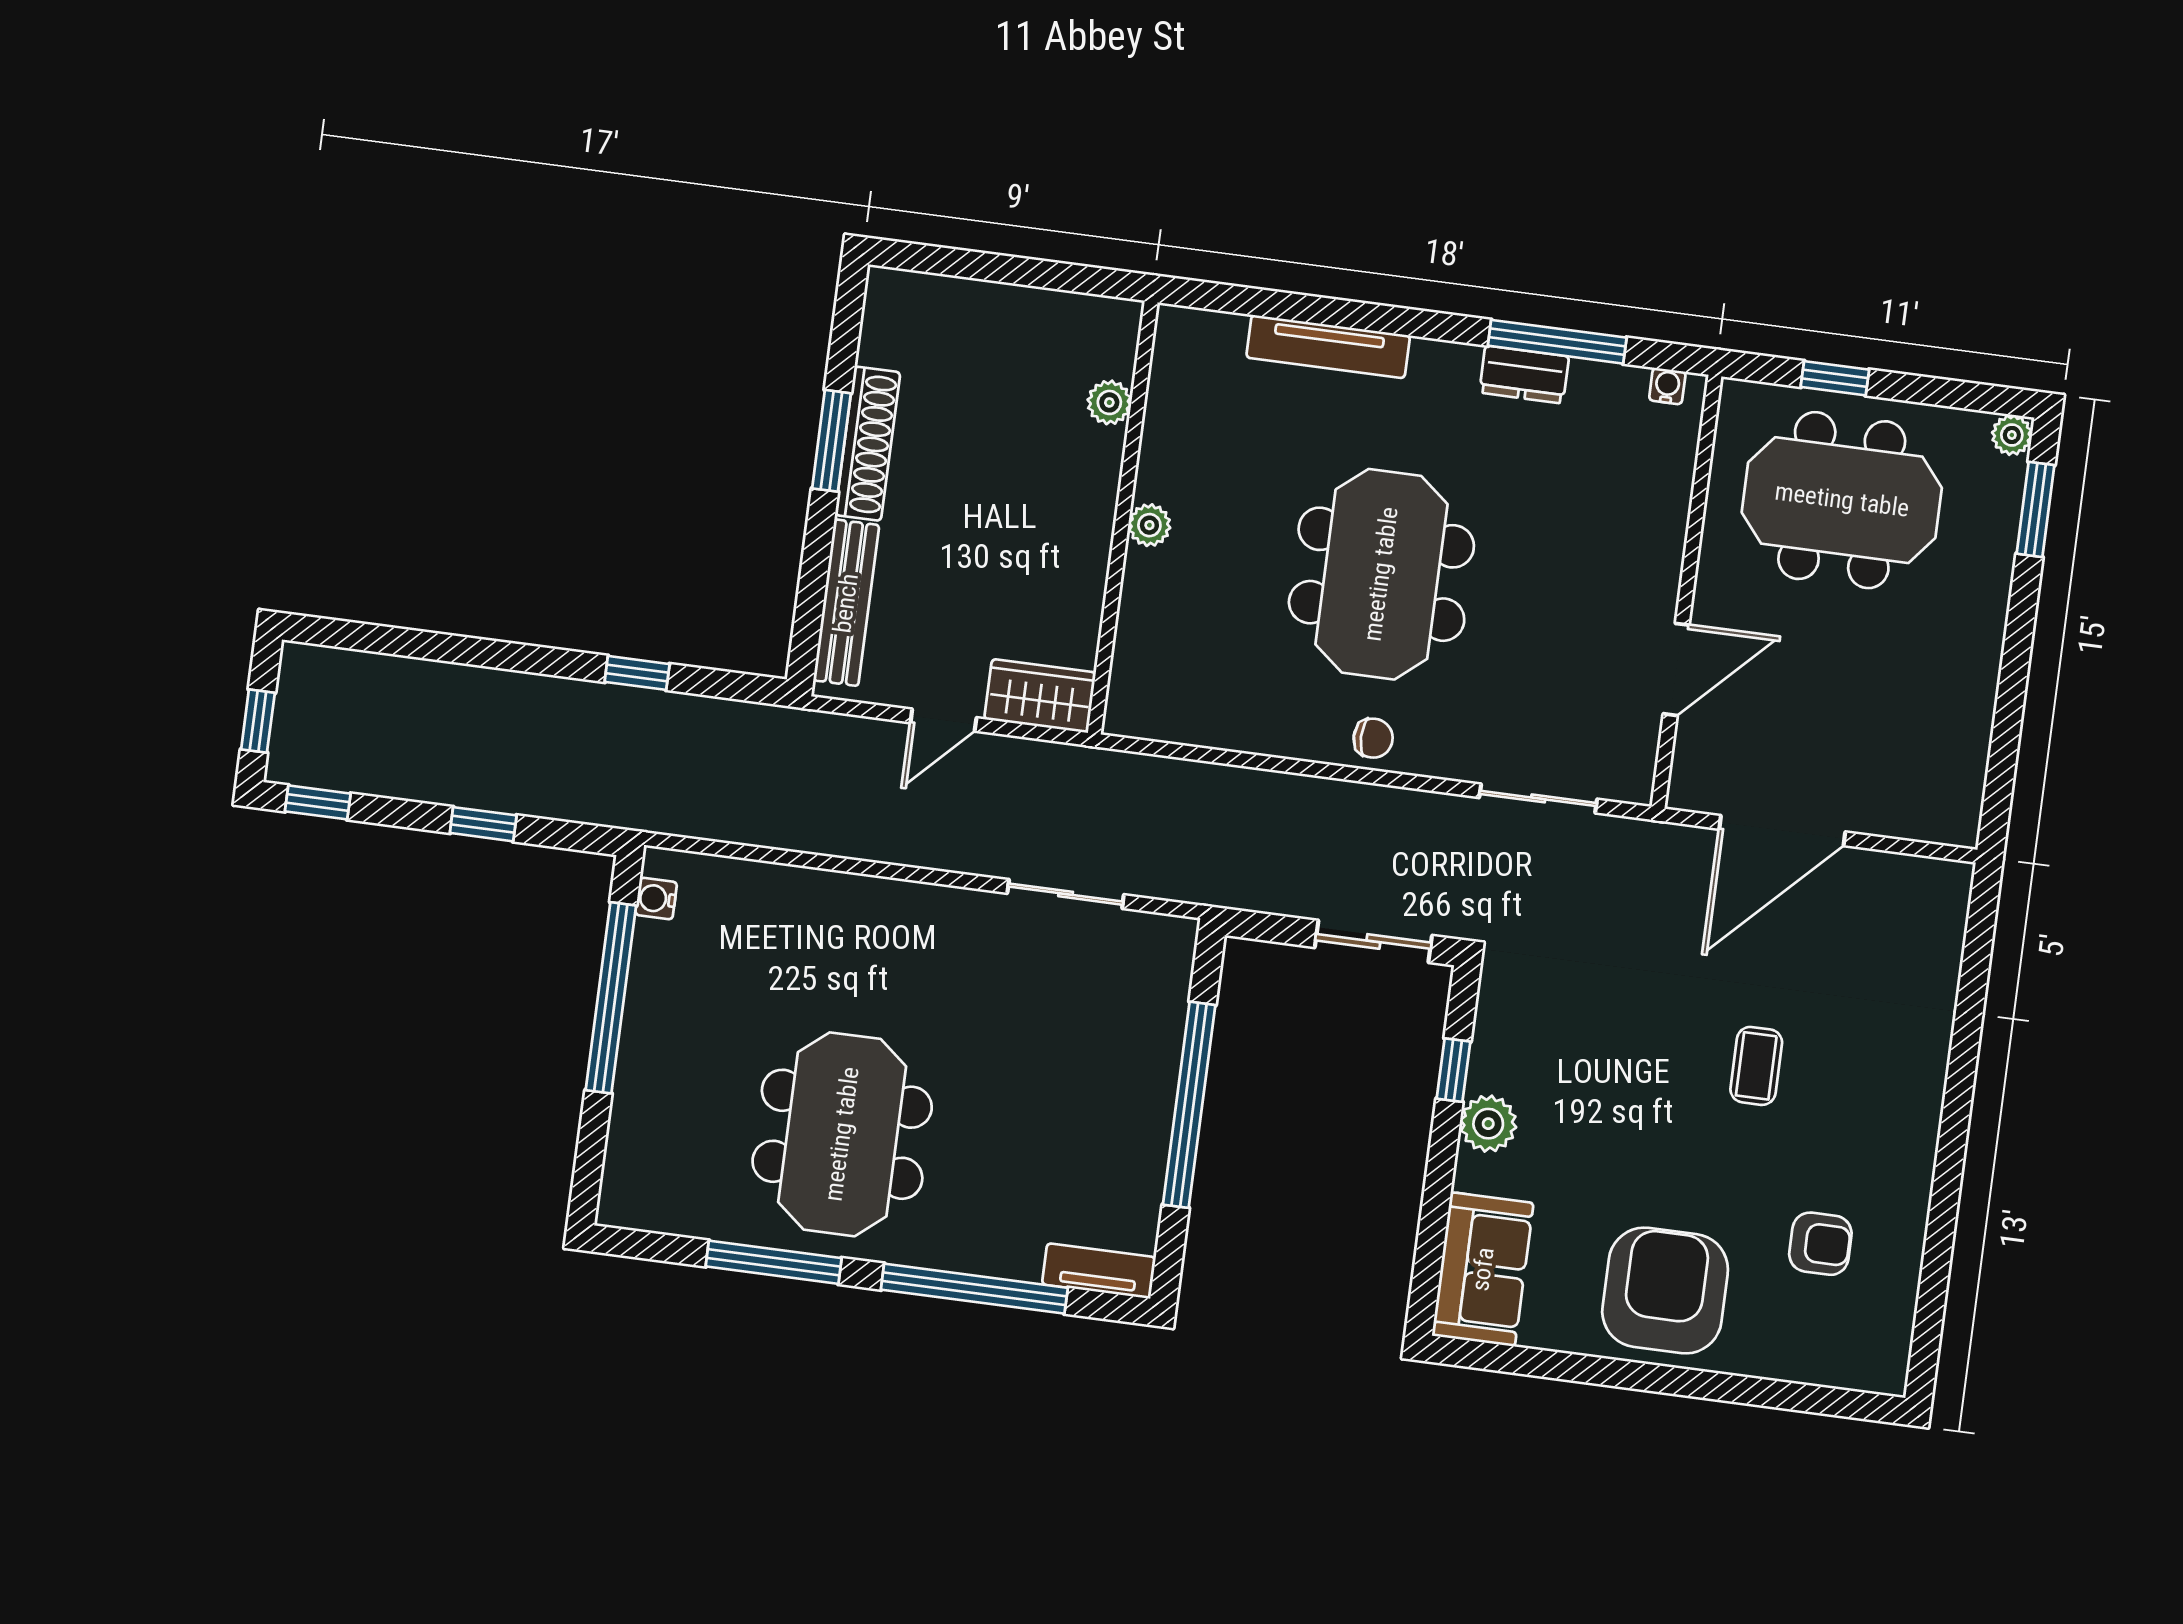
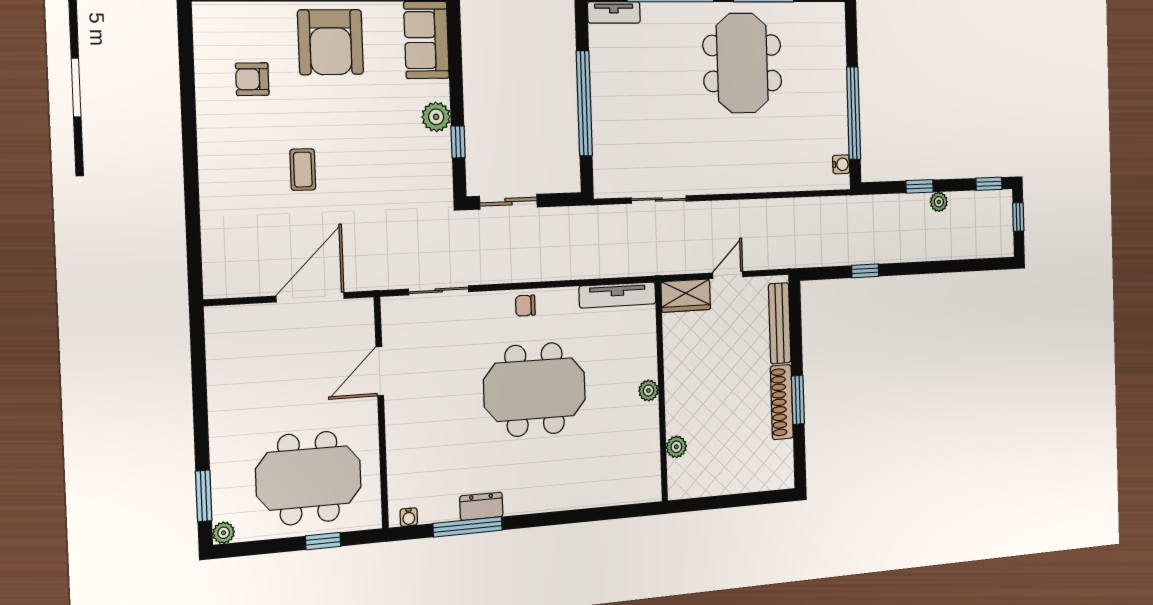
tv unit: (1328, 347) -> (618, 295), moved, turned 180
meeting table: (1381, 574) -> (535, 390), turned 90
plant: (443, 785) -> (939, 202), added

